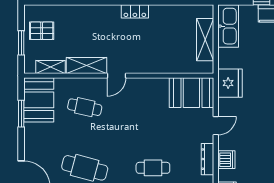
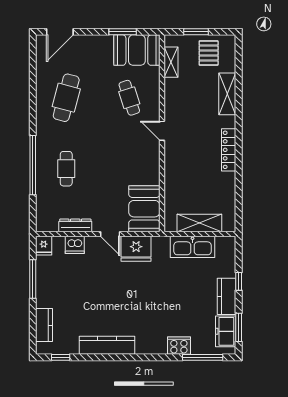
locker: (135, 11) -> (229, 150), width x1.53
kitchen sink: (228, 26) -> (193, 247), moved
shelving: (86, 65) -> (227, 94), moved
fridge: (230, 83) -> (136, 249), moved
cafe table: (85, 107) -> (129, 98), turned -30

